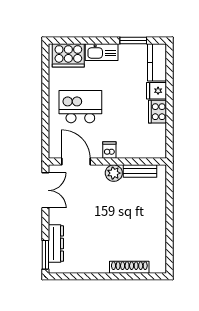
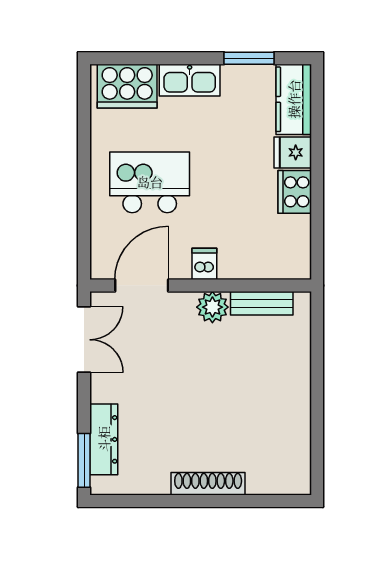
door: (76, 162) -> (142, 285), hinge flipped
shoe rack: (129, 267) -> (208, 484), moved

